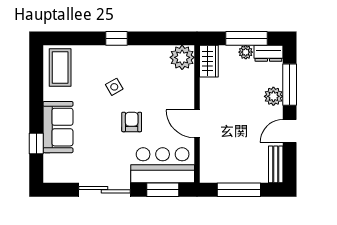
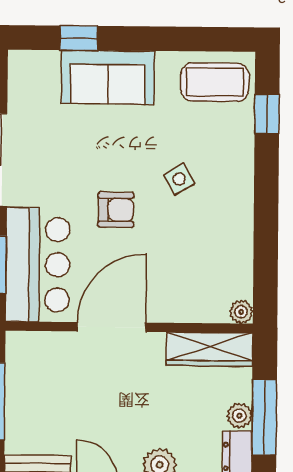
window: (117, 38) -> (267, 114), moved
plant: (182, 57) -> (241, 312), width x0.53, depth x0.53
wardrobe: (209, 61) -> (210, 349), width x1.50
door: (197, 124) -> (112, 327), width x1.36

